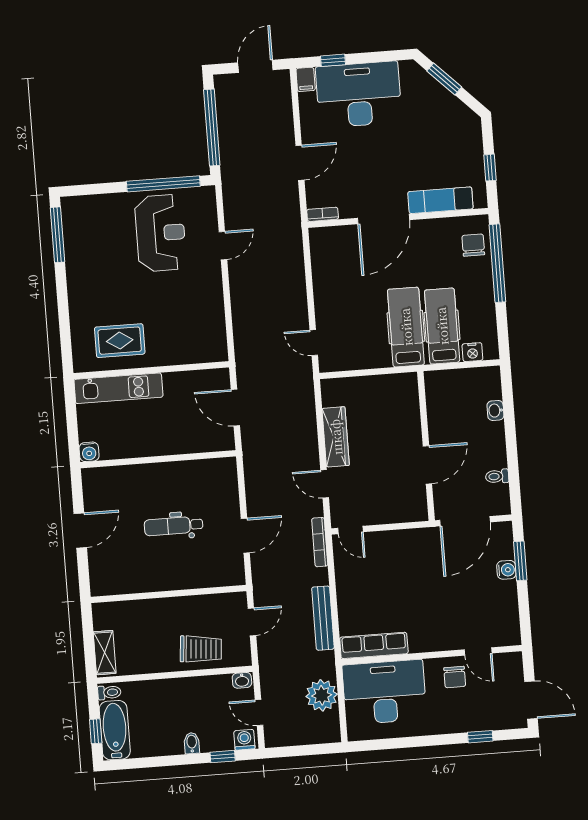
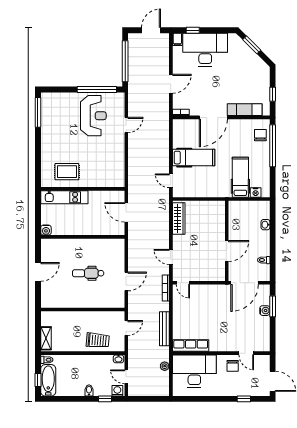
hospital bed: (406, 327) -> (194, 158), moved, turned 90
wardrobe: (336, 437) -> (179, 219), moved
plant: (322, 695) -> (165, 366), width x0.53, depth x0.53

